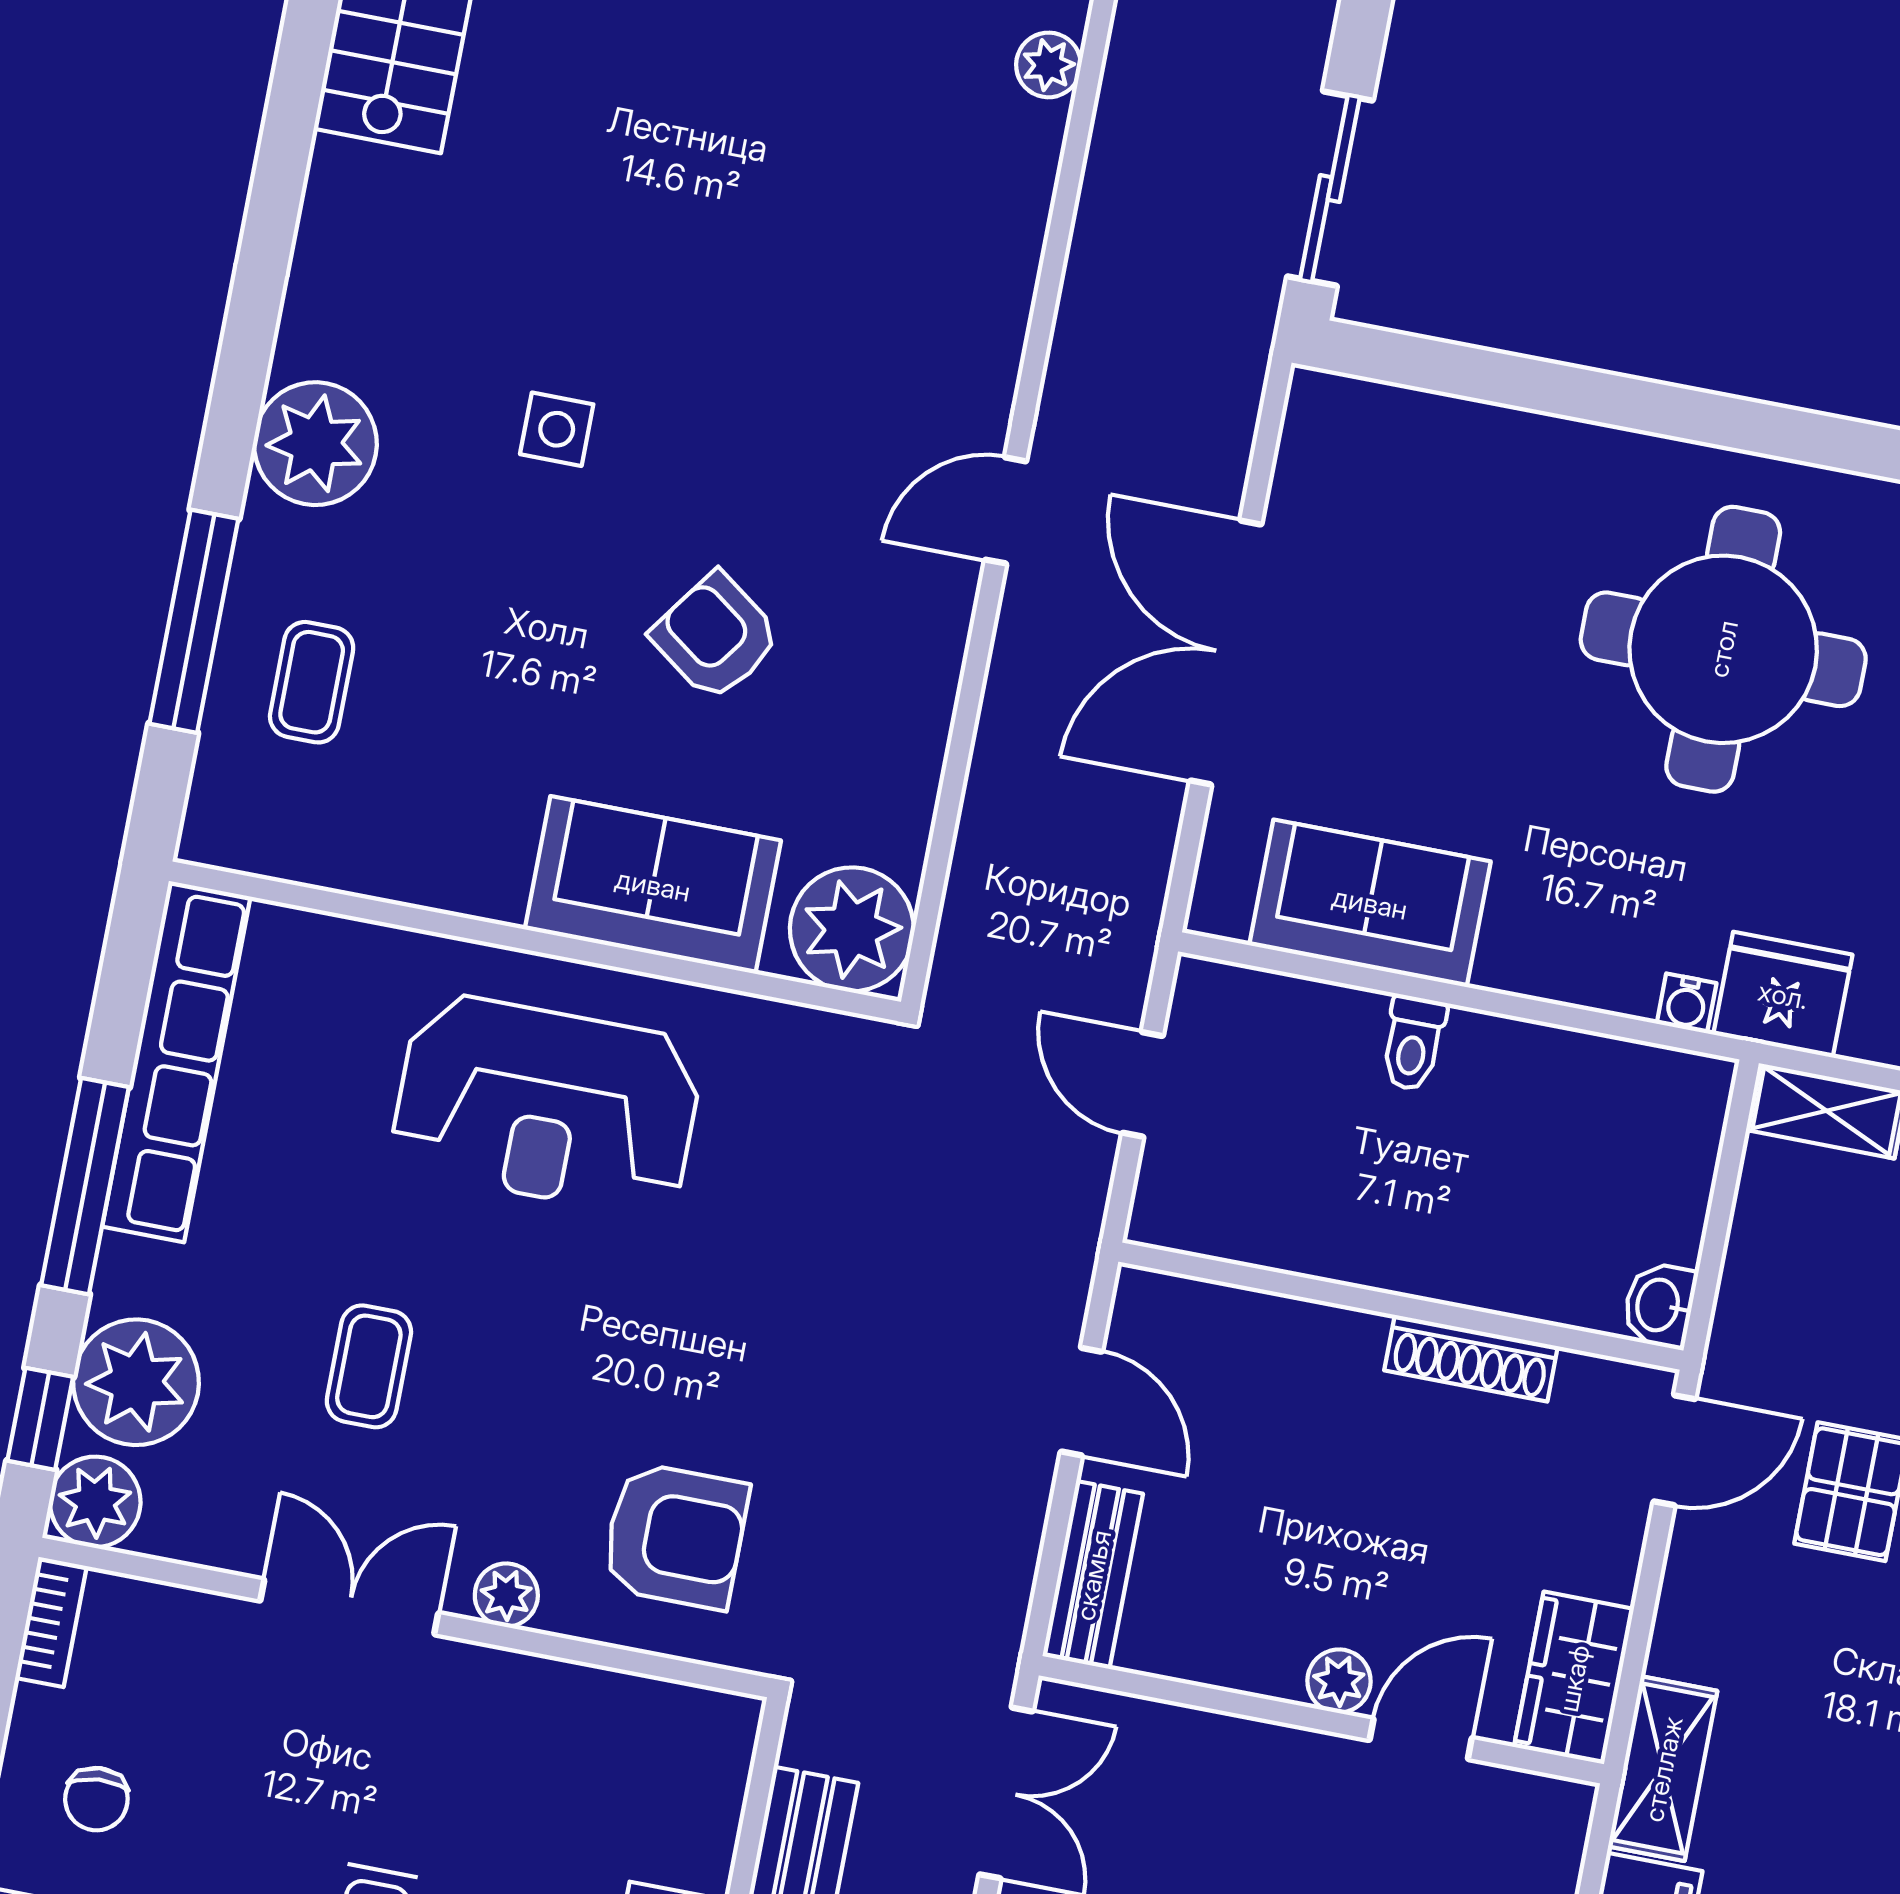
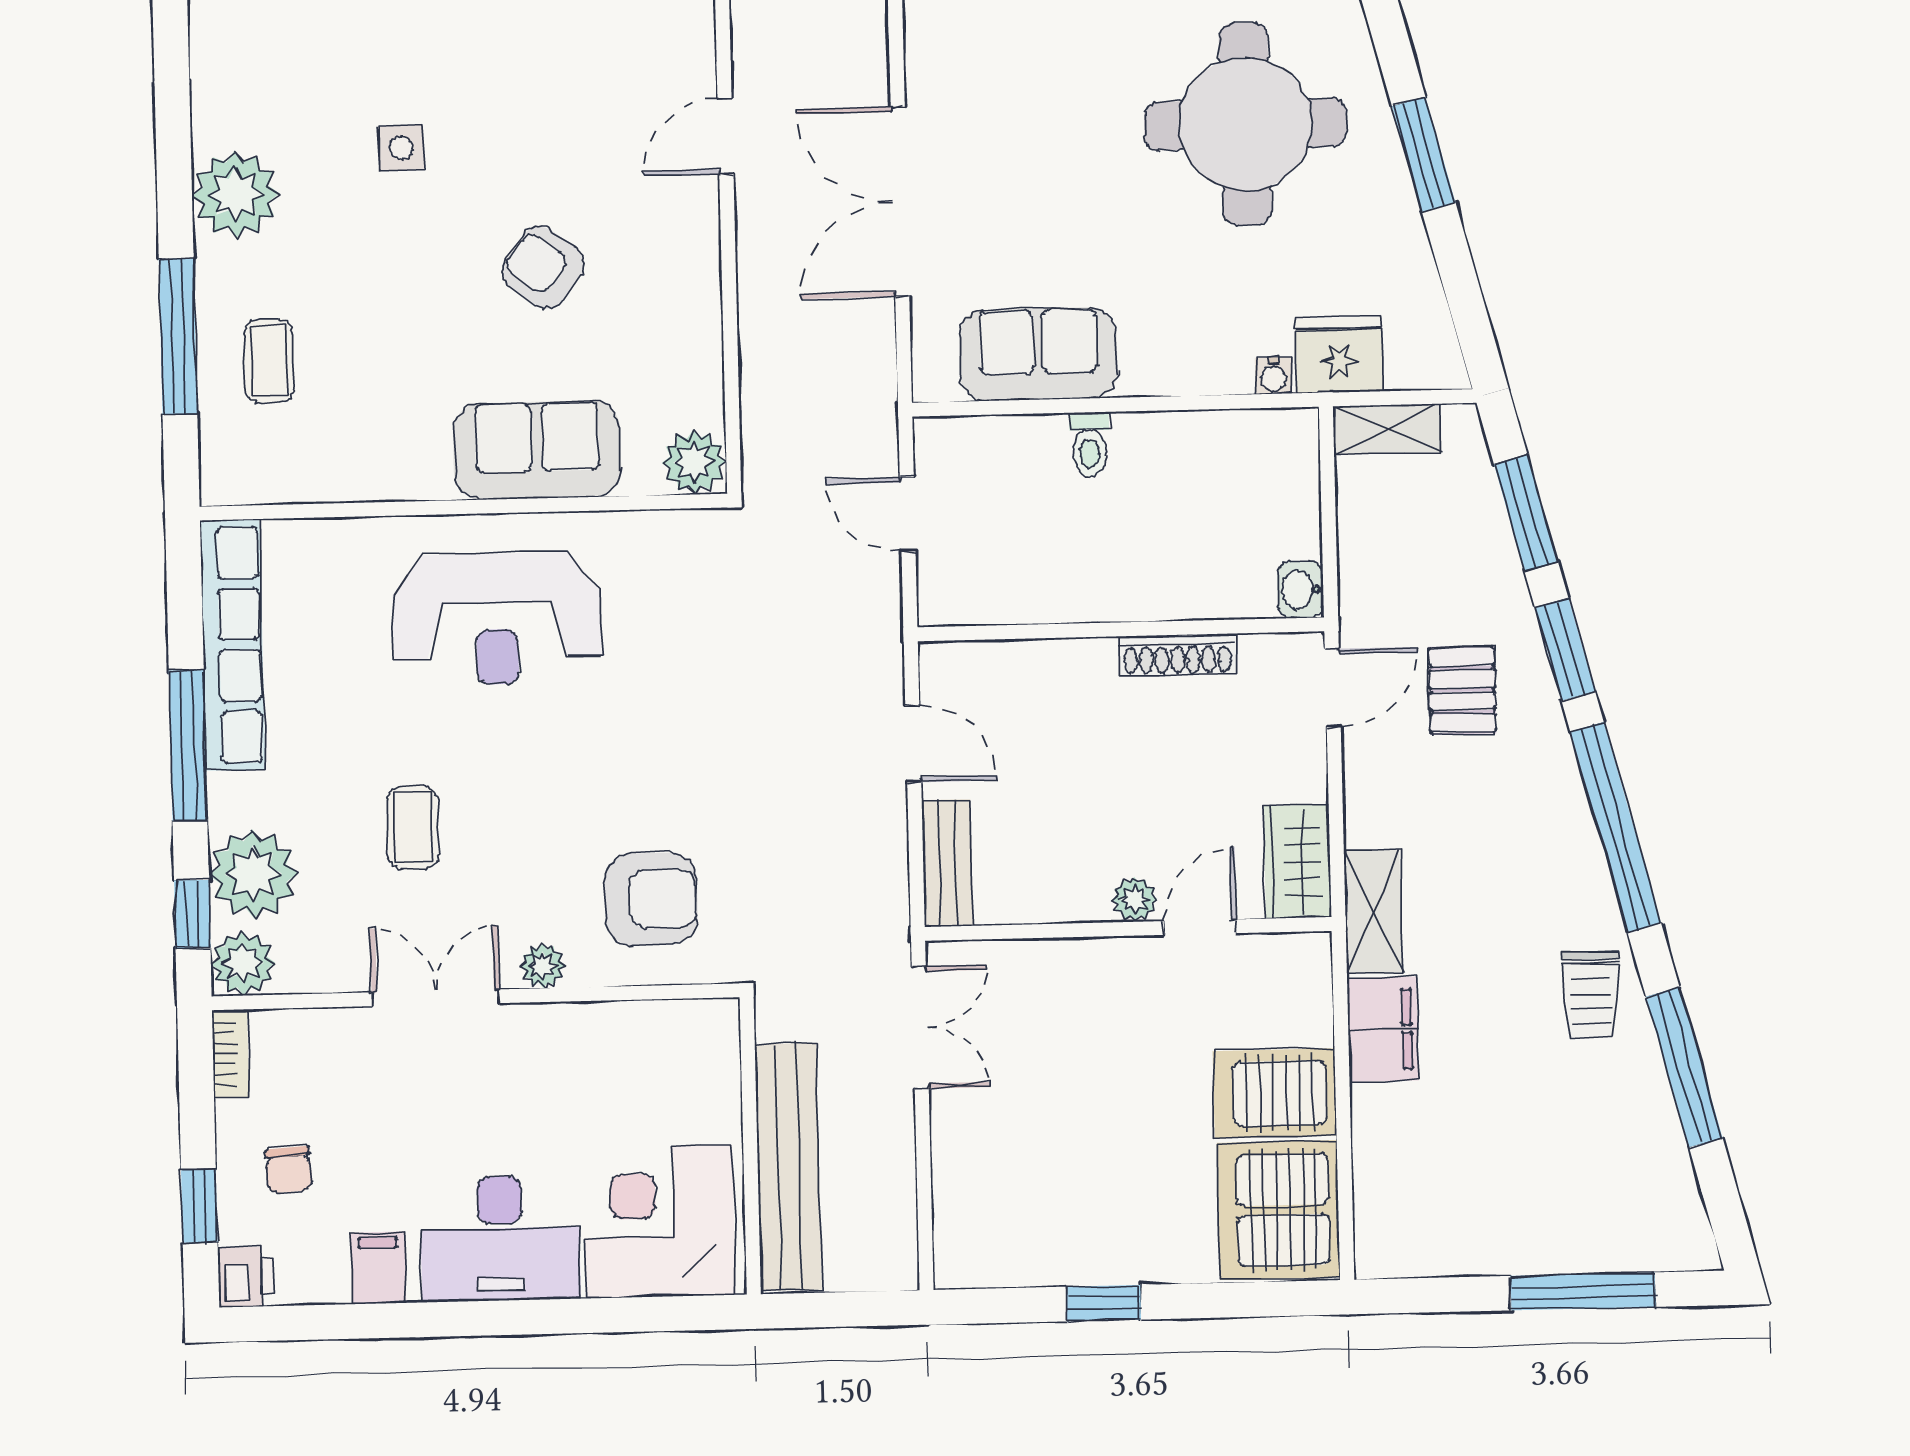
plant: (852, 929) -> (694, 462), width x0.73, depth x0.73

